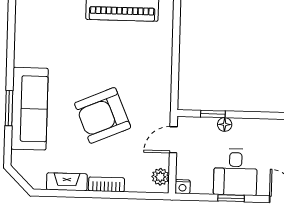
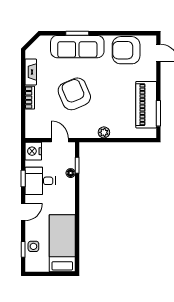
armchair: (37, 33) -> (126, 50), added
plant: (160, 177) -> (104, 132), moved
nightstand: (183, 187) -> (33, 151), width x1.89, depth x1.79

